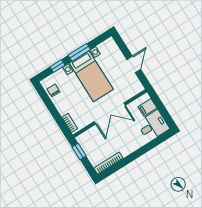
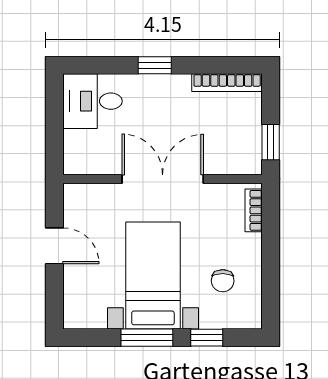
door: (134, 64) -> (54, 246), swing flipped
chair: (53, 90) -> (223, 281), moved
filing cabinet: (147, 107) -> (81, 144), removed
window: (139, 153) -> (155, 65), added

